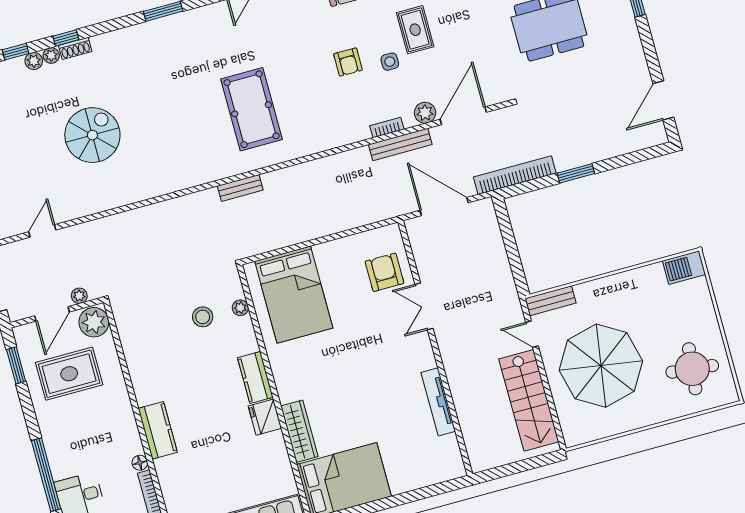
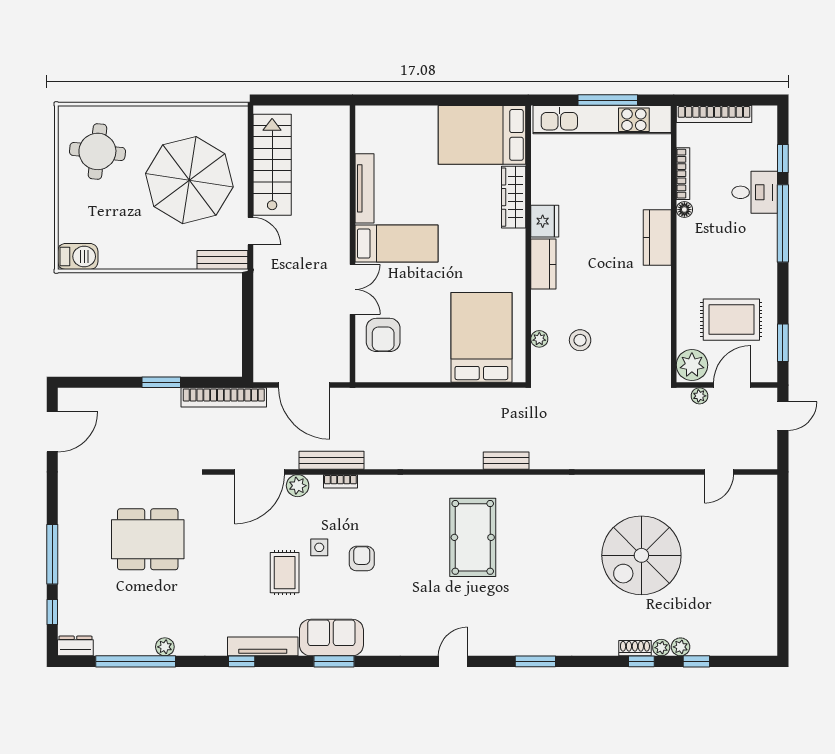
spiral stairs: (92, 135) -> (641, 555), width x1.37, depth x1.37
bed: (395, 359) -> (396, 244), added

